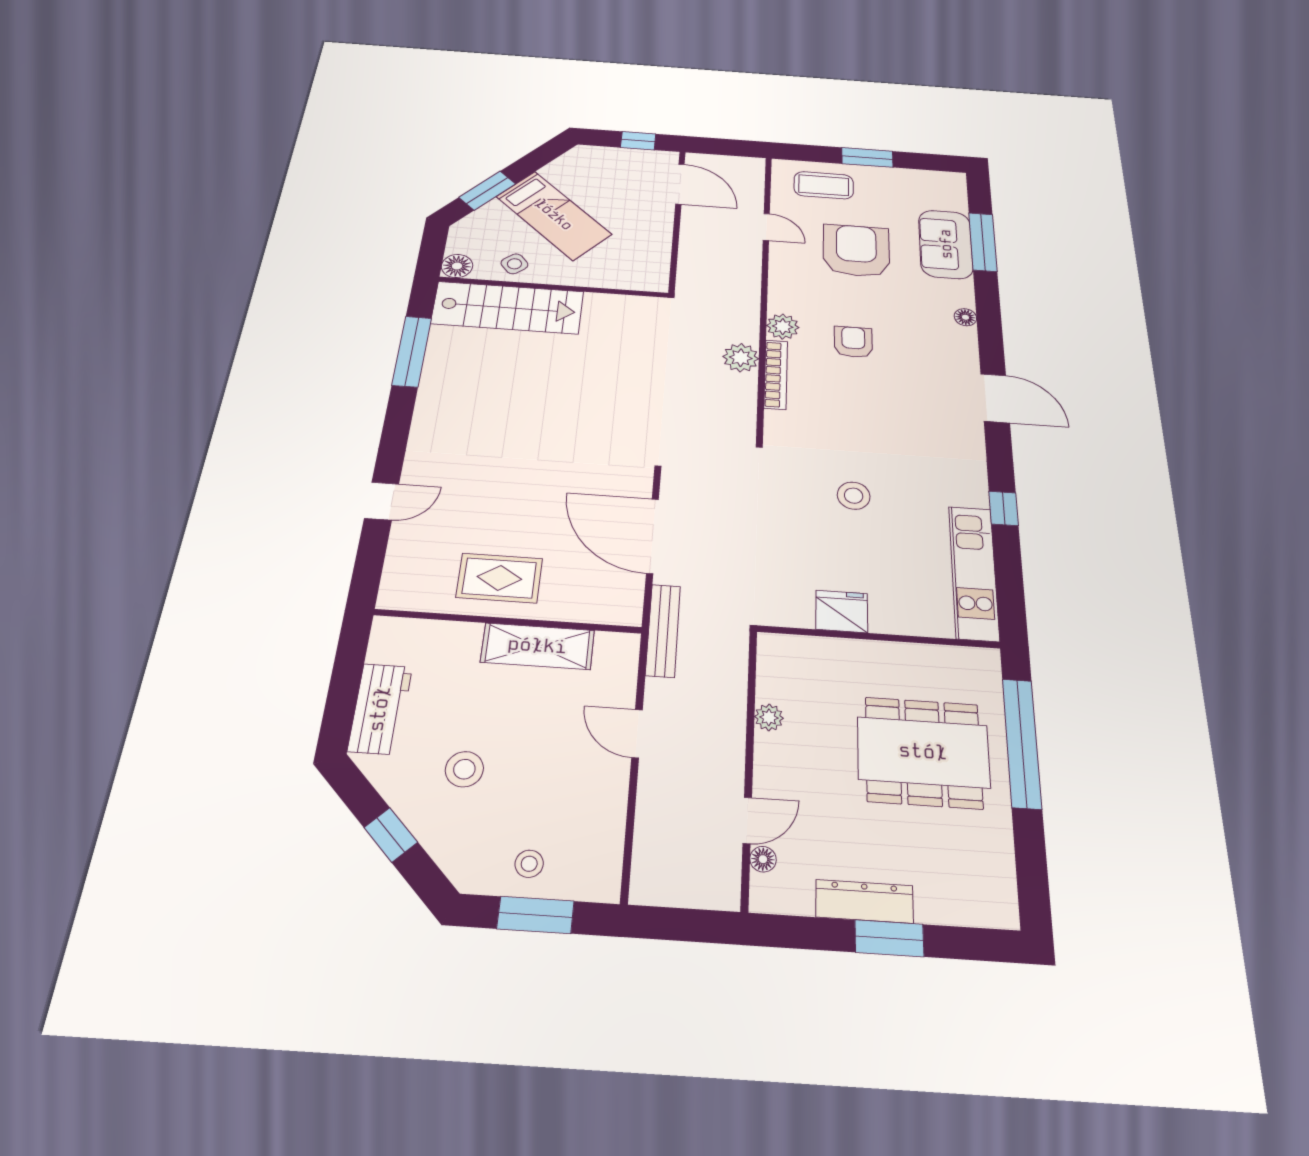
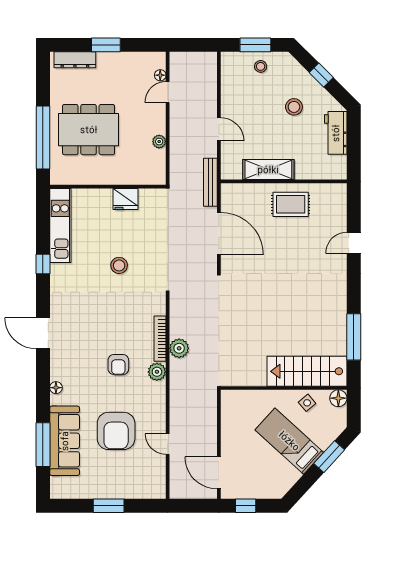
coffee table: (824, 185) -> (135, 480), removed
sofa: (946, 244) -> (65, 441), width x1.36
dresser: (864, 901) -> (75, 60), moved

